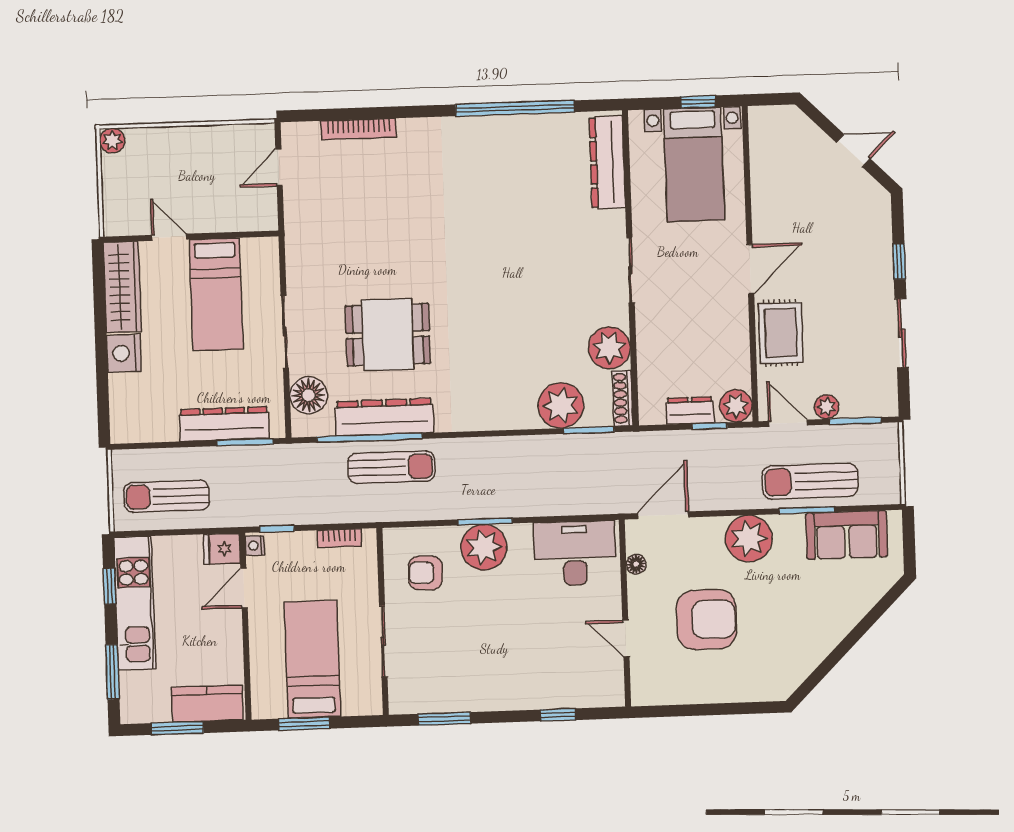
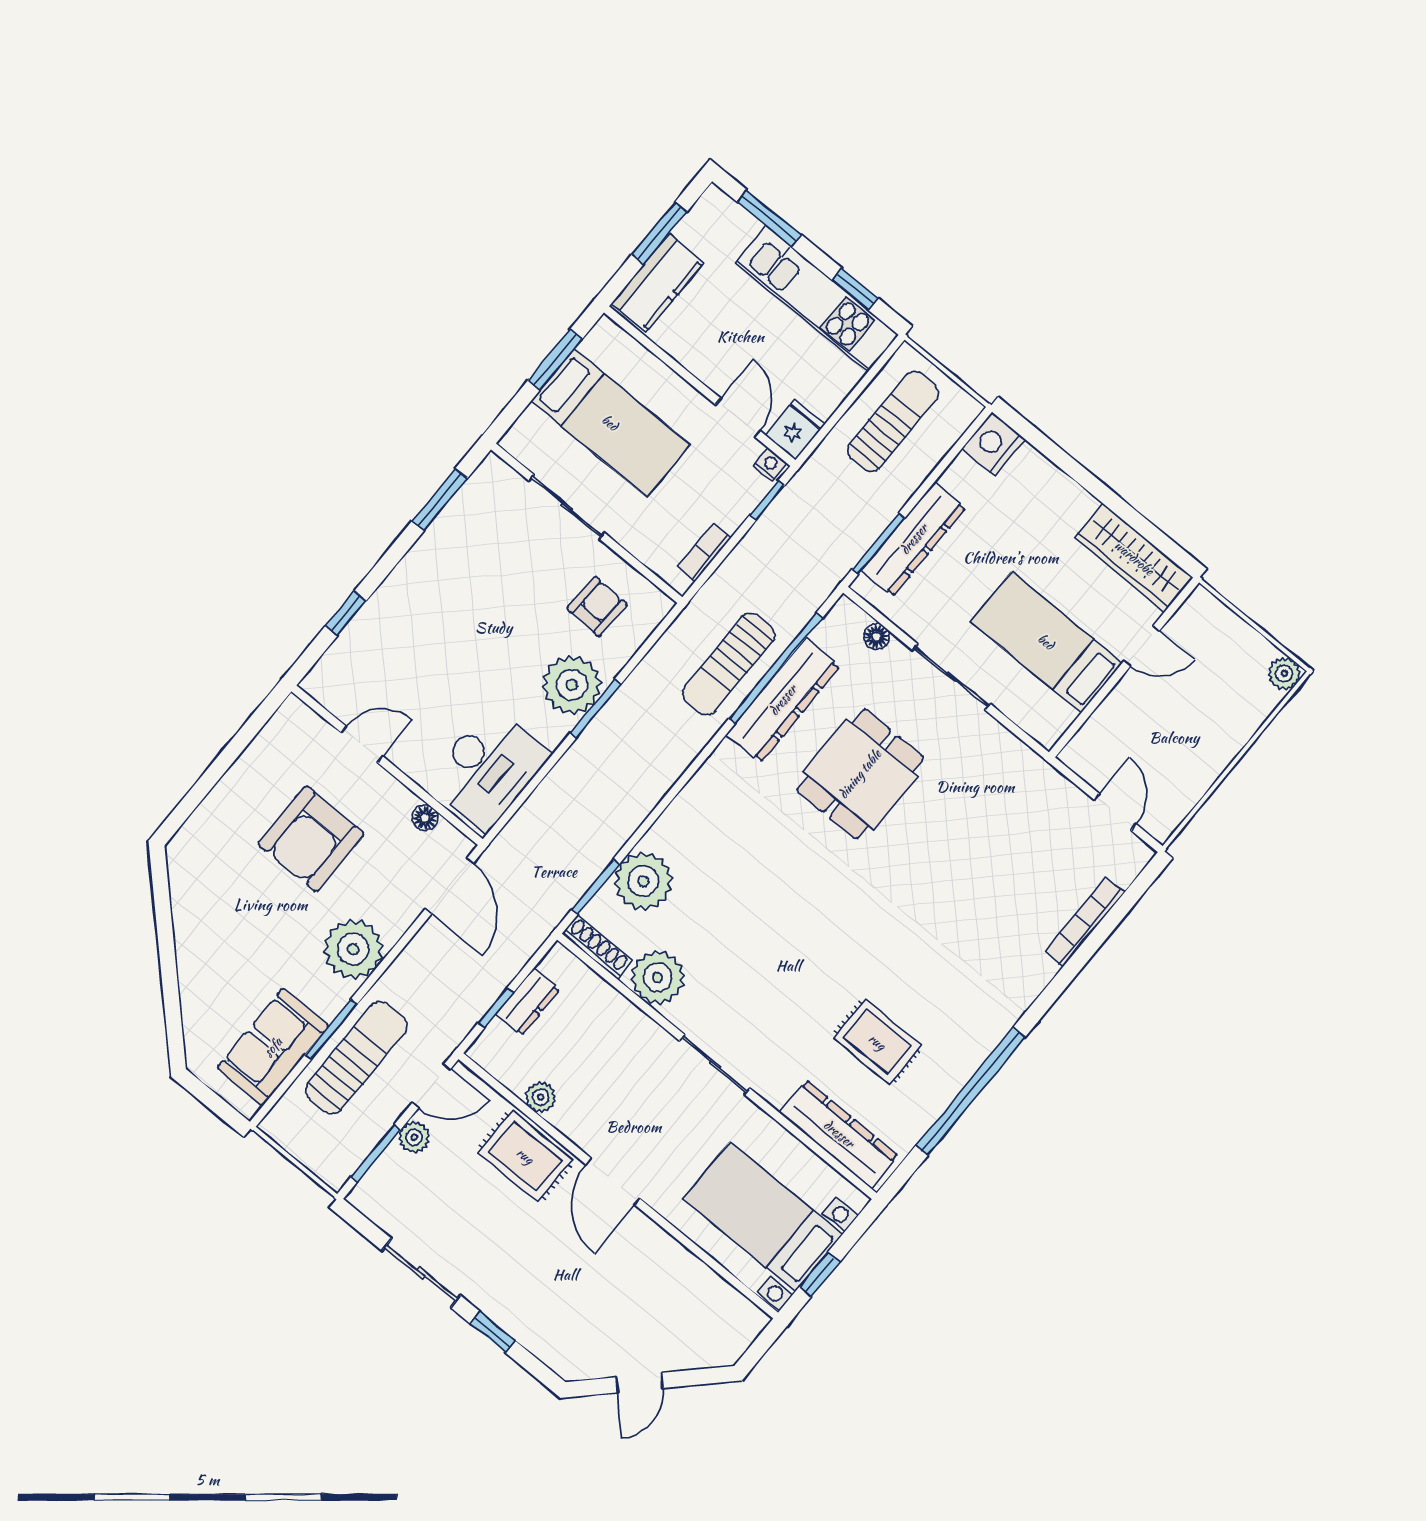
rug: (534, 188) -> (877, 1042), added
nightstand: (124, 353) -> (993, 444), moved, turned -90
floor lamp: (309, 395) -> (876, 637), width x0.53, depth x0.53
plant: (736, 406) -> (541, 1097), moved, width x0.73, depth x0.73

